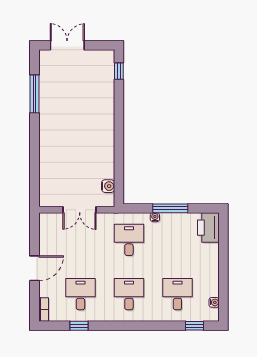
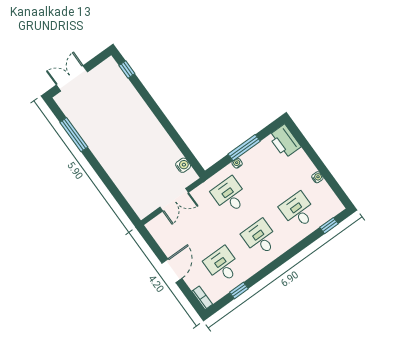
water cooler: (214, 302) -> (317, 177), moved

